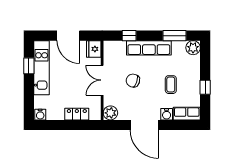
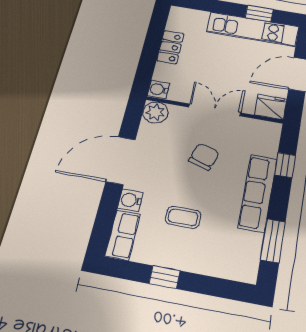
plant: (193, 48) -> (245, 269), removed
locker: (77, 114) -> (170, 47), moved
water cooler: (40, 115) -> (158, 89), moved

